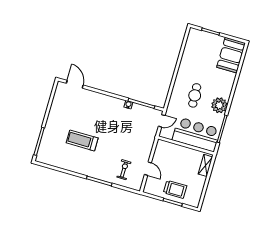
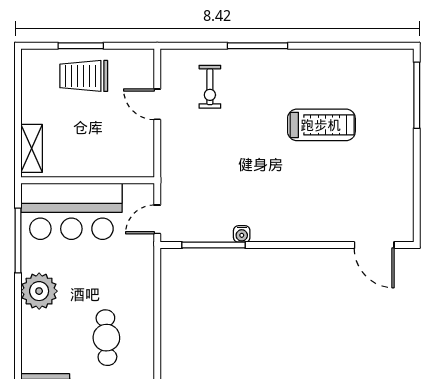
cafe table: (195, 95) -> (106, 338), moved

